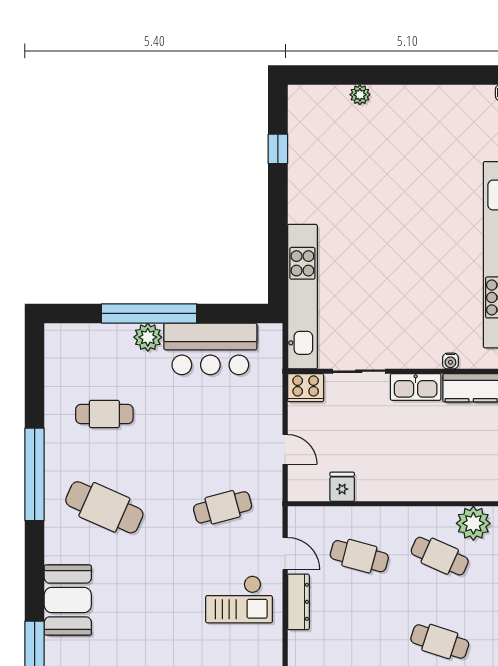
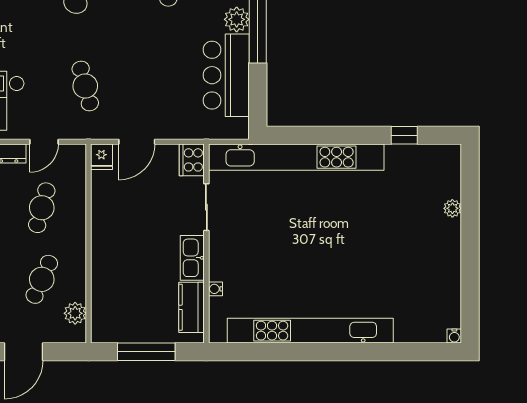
kitchen unit: (302, 297) -> (296, 157), width x1.36
door: (285, 449) -> (137, 142), width x1.38
fridge: (342, 487) -> (101, 157), moved, turned 90
plant: (473, 523) -> (75, 313), width x0.73, depth x0.73

